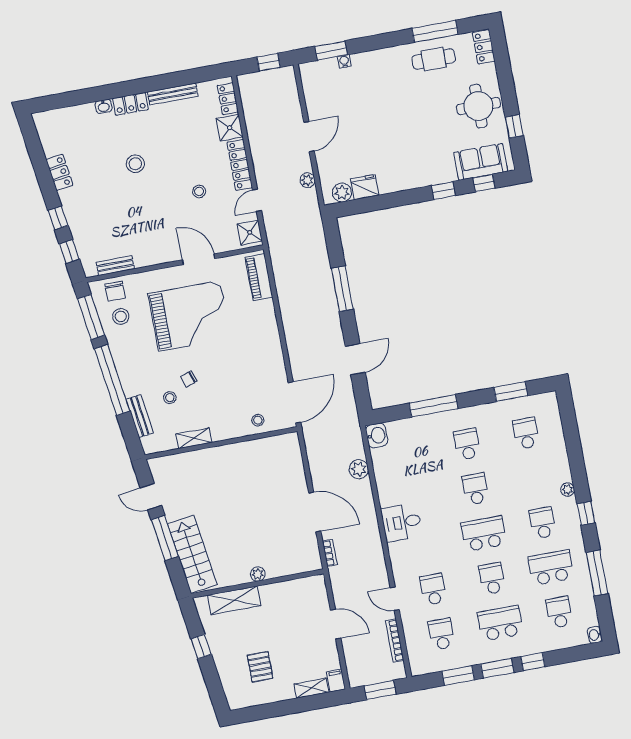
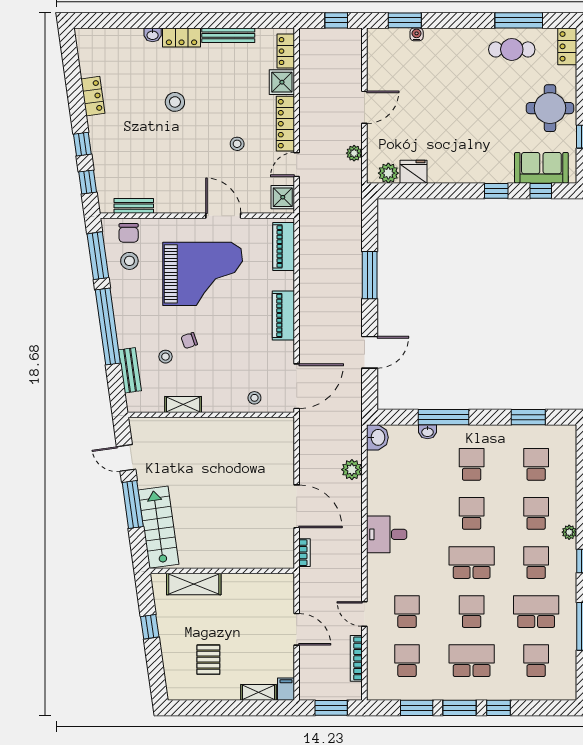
piano: (270, 340) -> (283, 315), added
school desk: (534, 478) -> (536, 513), added
plant: (258, 574) -> (224, 561), removed
washbasin: (595, 635) -> (428, 432), moved, turned -90

